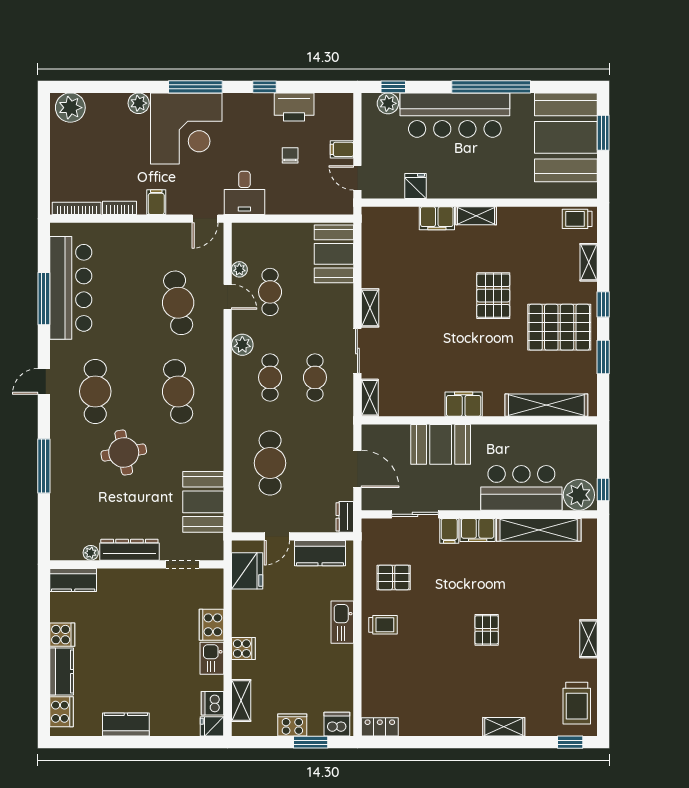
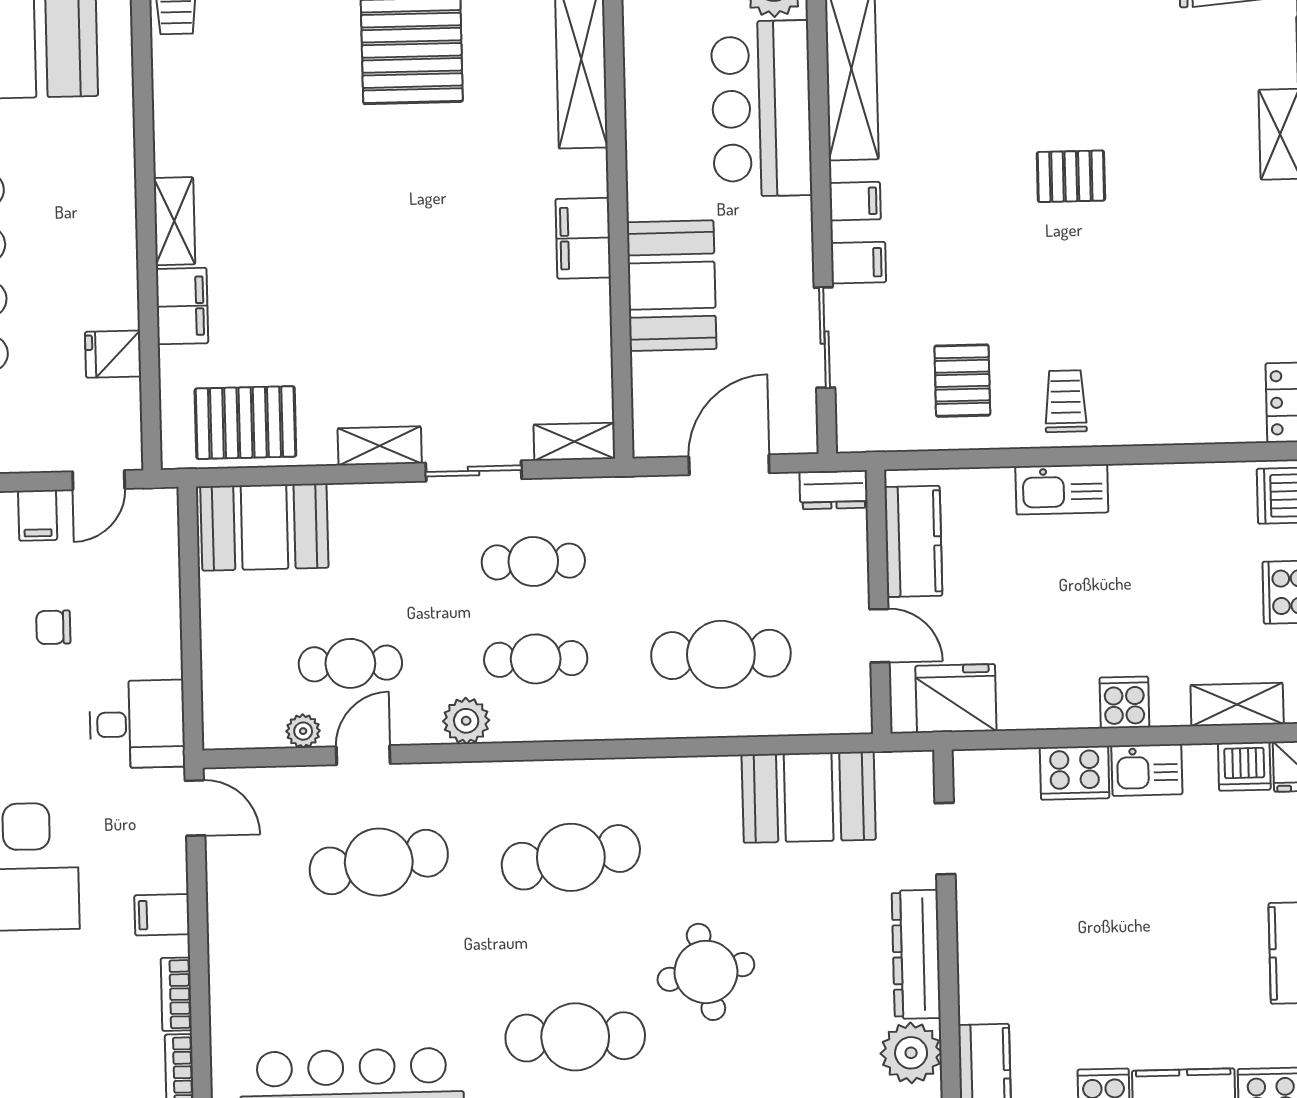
pallet: (493, 296) -> (245, 423), moved
filing cabinet: (478, 530) -> (855, 201), width x0.50
plant: (91, 553) -> (911, 1053), width x1.88, depth x1.88

